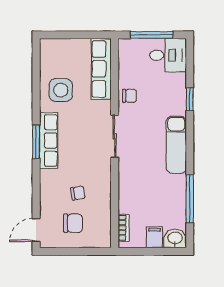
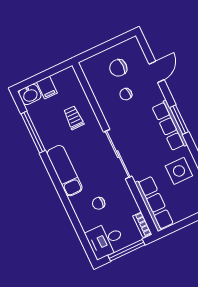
chair: (130, 96) -> (99, 203), moved
window: (190, 99) -> (71, 213), removed
sliding door: (115, 136) -> (118, 154), width x1.37
trolley: (142, 194) -> (74, 118), added
bookcase: (124, 228) -> (142, 225), moved
door: (36, 230) -> (157, 72), moved

